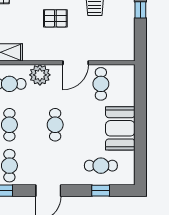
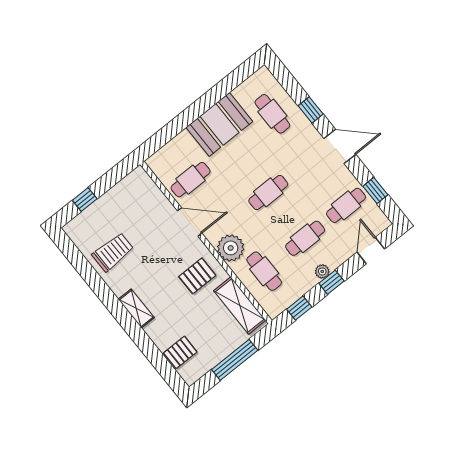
pallet: (55, 18) -> (197, 276), moved, turned 90
window: (101, 191) -> (311, 110), moved

